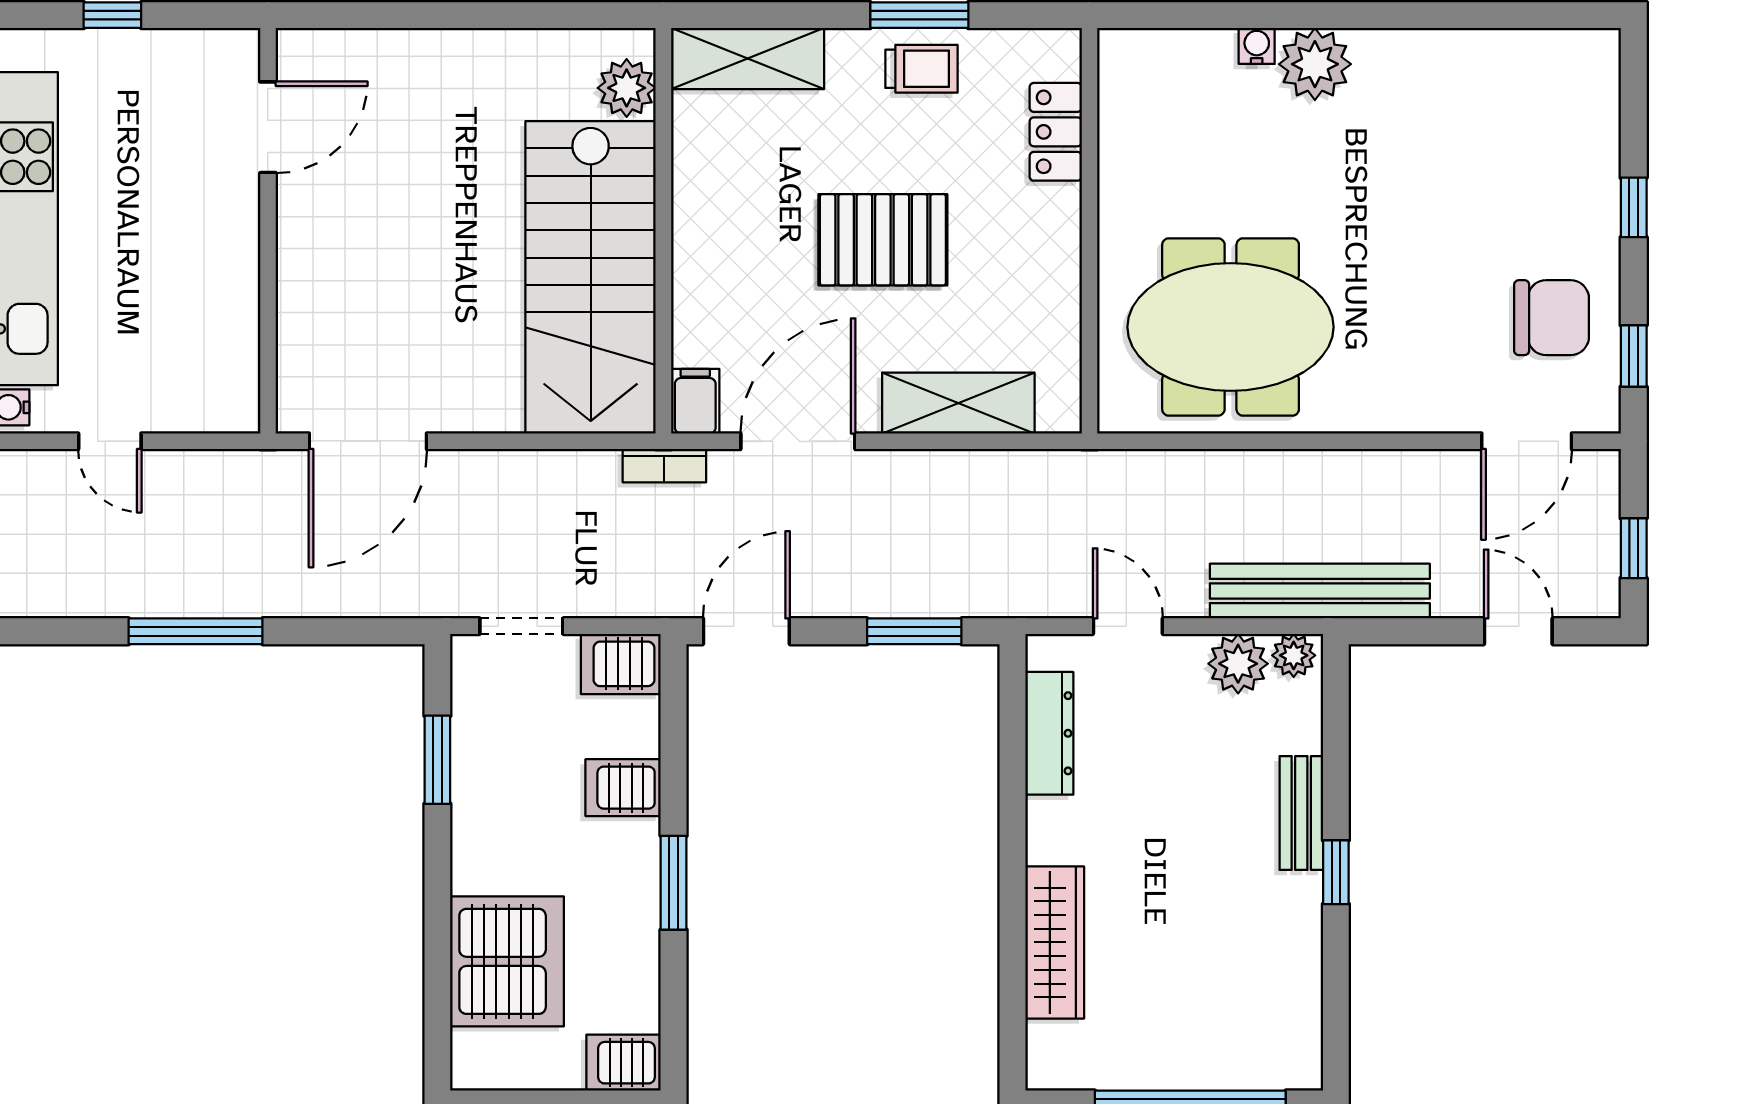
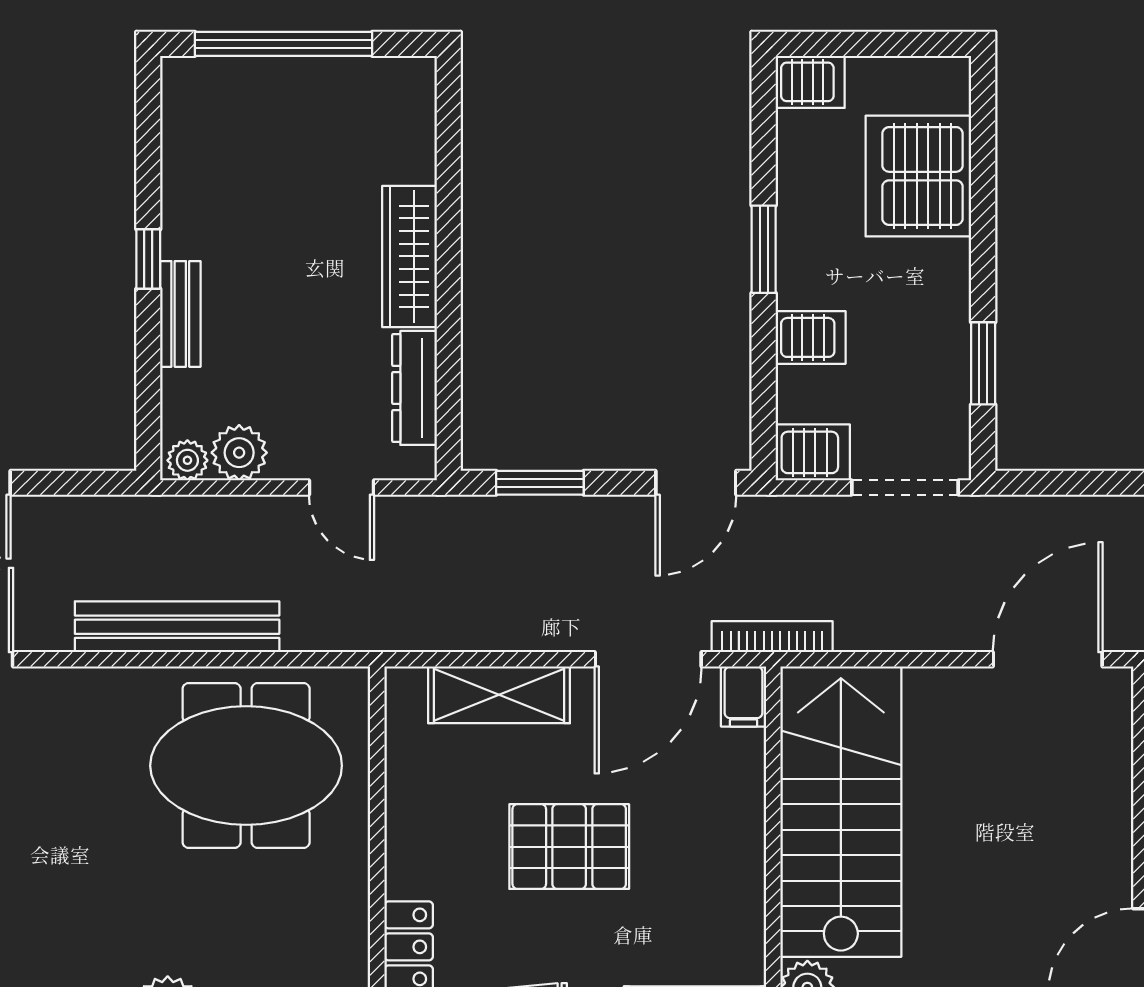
bookcase: (664, 466) -> (772, 637), width x1.56
bench: (1320, 591) -> (177, 627), moved
doorway: (521, 626) -> (905, 488), width x1.38
wardrobe: (1055, 942) -> (410, 256), moved

